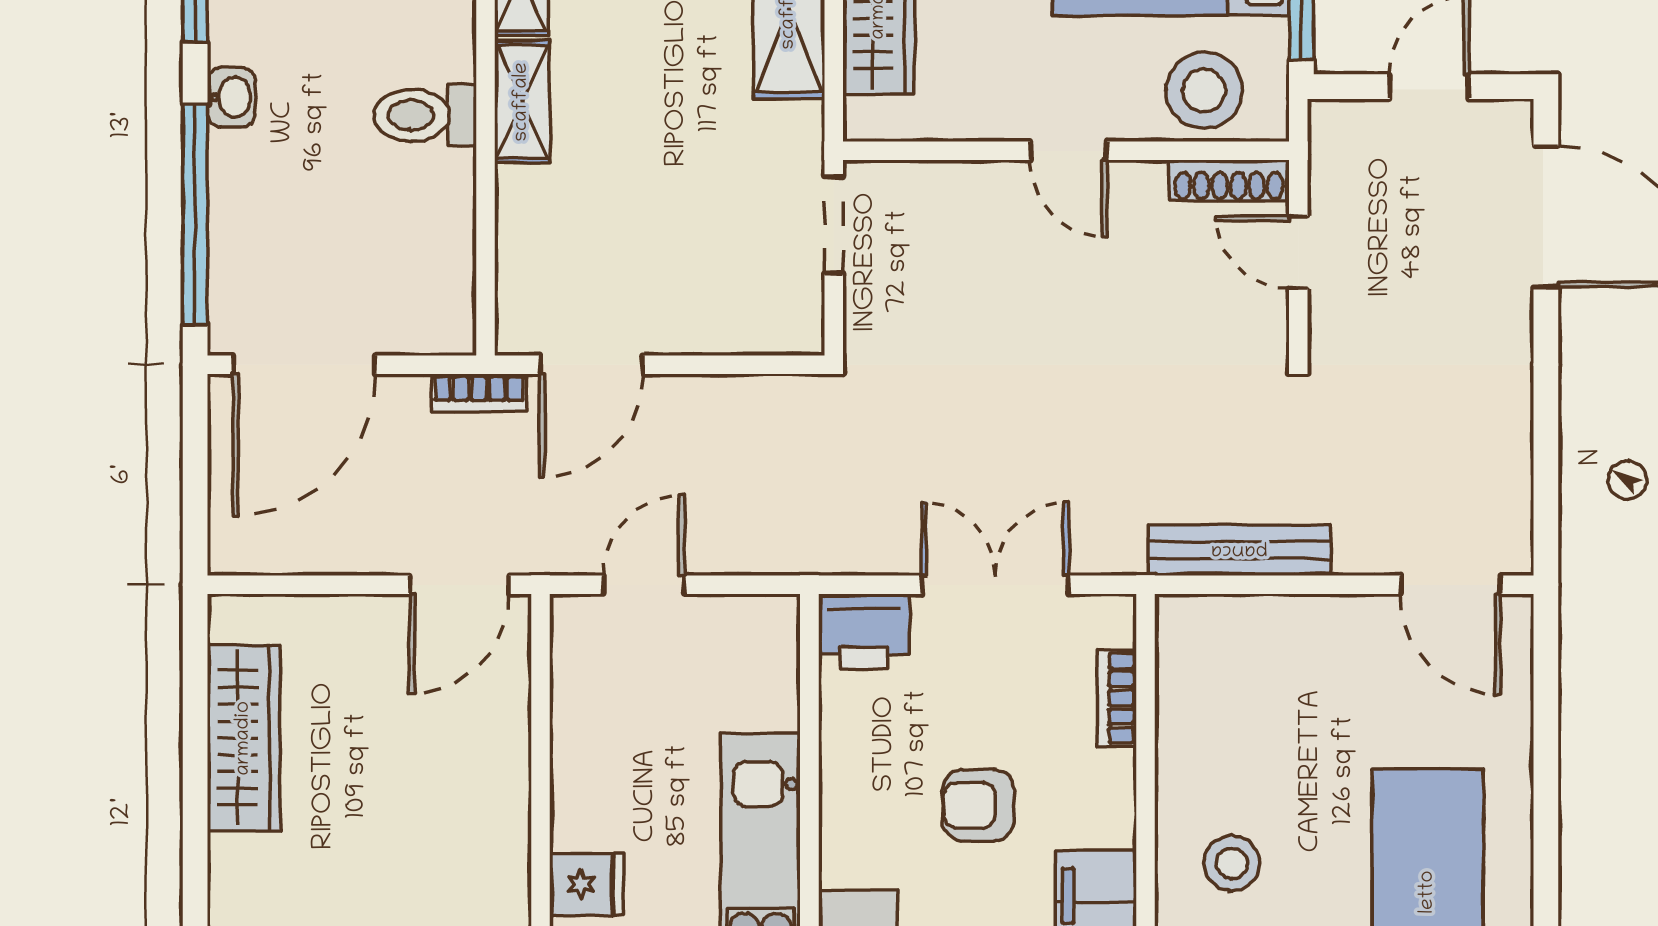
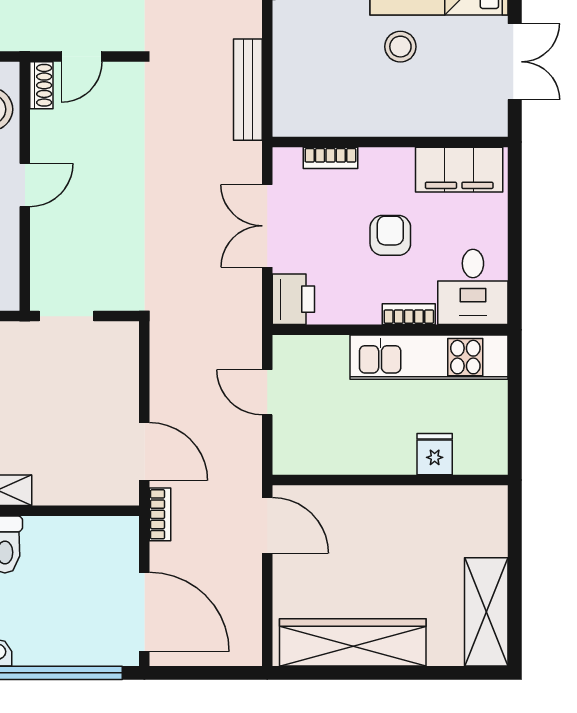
shoe rack: (1229, 180) -> (41, 85), width x0.70
door: (644, 585) -> (267, 392), moved
wardrobe: (244, 738) -> (353, 642), width x1.40, depth x1.17
armchair: (978, 805) -> (390, 235), turned 180
bookcase: (837, 838) -> (409, 314), added
stool: (1232, 863) -> (400, 47), moved

